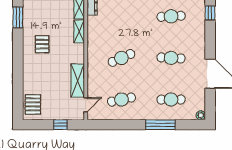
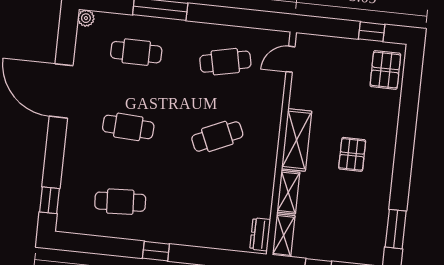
pallet: (42, 44) -> (352, 154), moved
shelving: (78, 81) -> (297, 140), moved
window: (60, 125) -> (372, 32), moved

